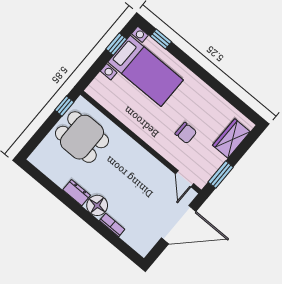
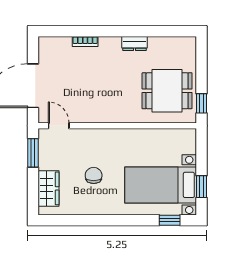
chair: (186, 133) -> (94, 175), moved, turned 90
floor lamp: (97, 205) -> (110, 47), removed

